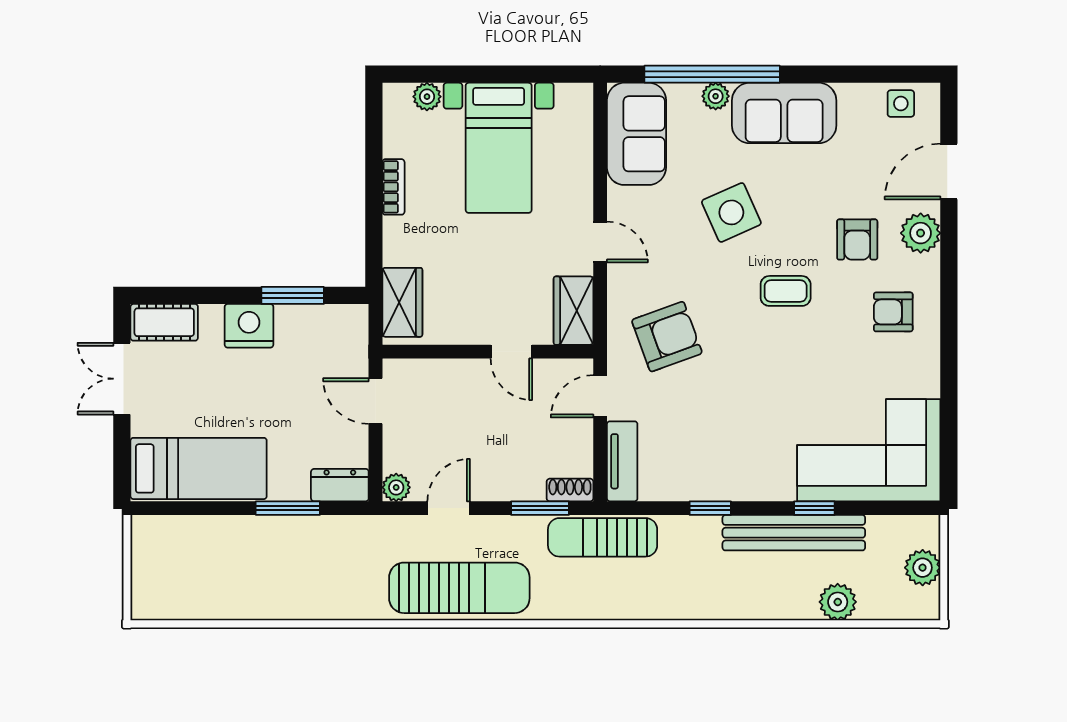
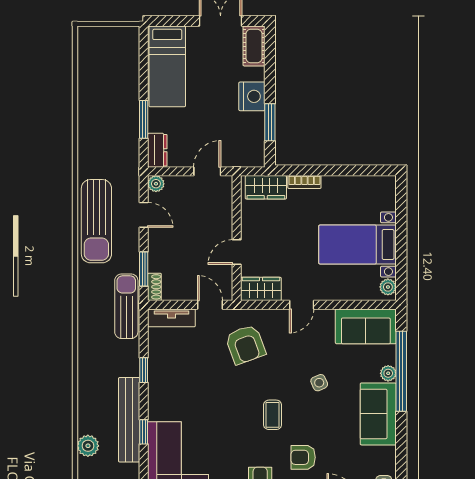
plant: (427, 97) -> (388, 287), moved
bookcase: (393, 187) -> (304, 182), moved
side table: (731, 212) -> (319, 383), width x0.54, depth x0.54

